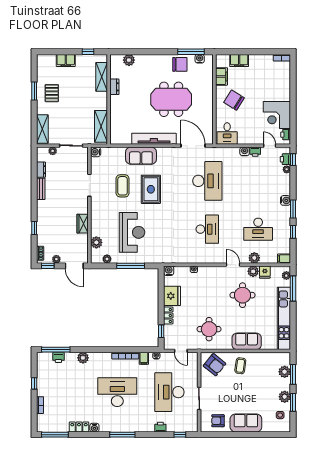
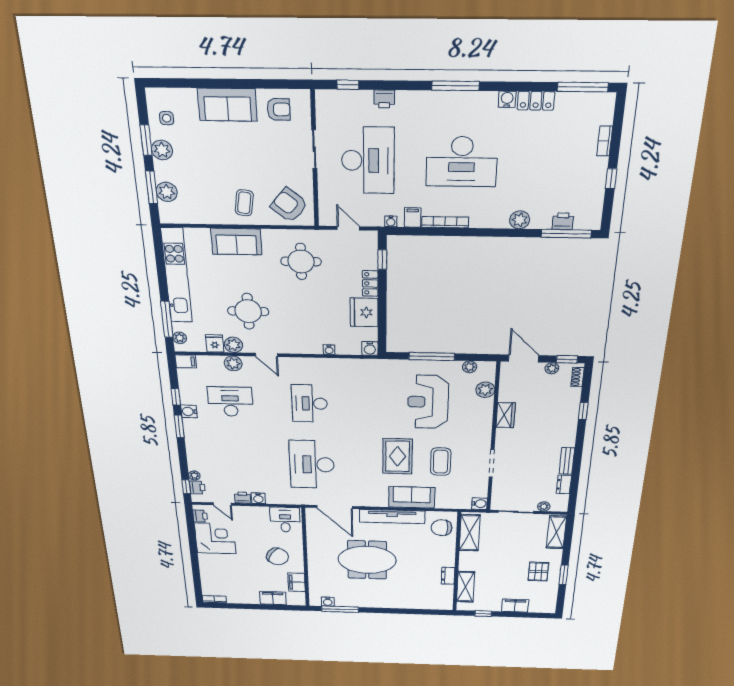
plant: (129, 60) -> (426, 603), removed
chair: (180, 64) -> (442, 528), moved
water cooler: (285, 200) -> (189, 412), moved

